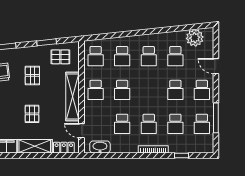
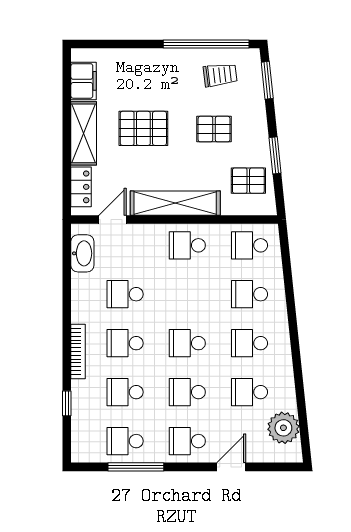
pallet: (60, 57) -> (248, 181), turned 90
school desk: (122, 90) -> (187, 343), moved
pallet: (32, 114) -> (143, 128), width x1.50, depth x1.42

